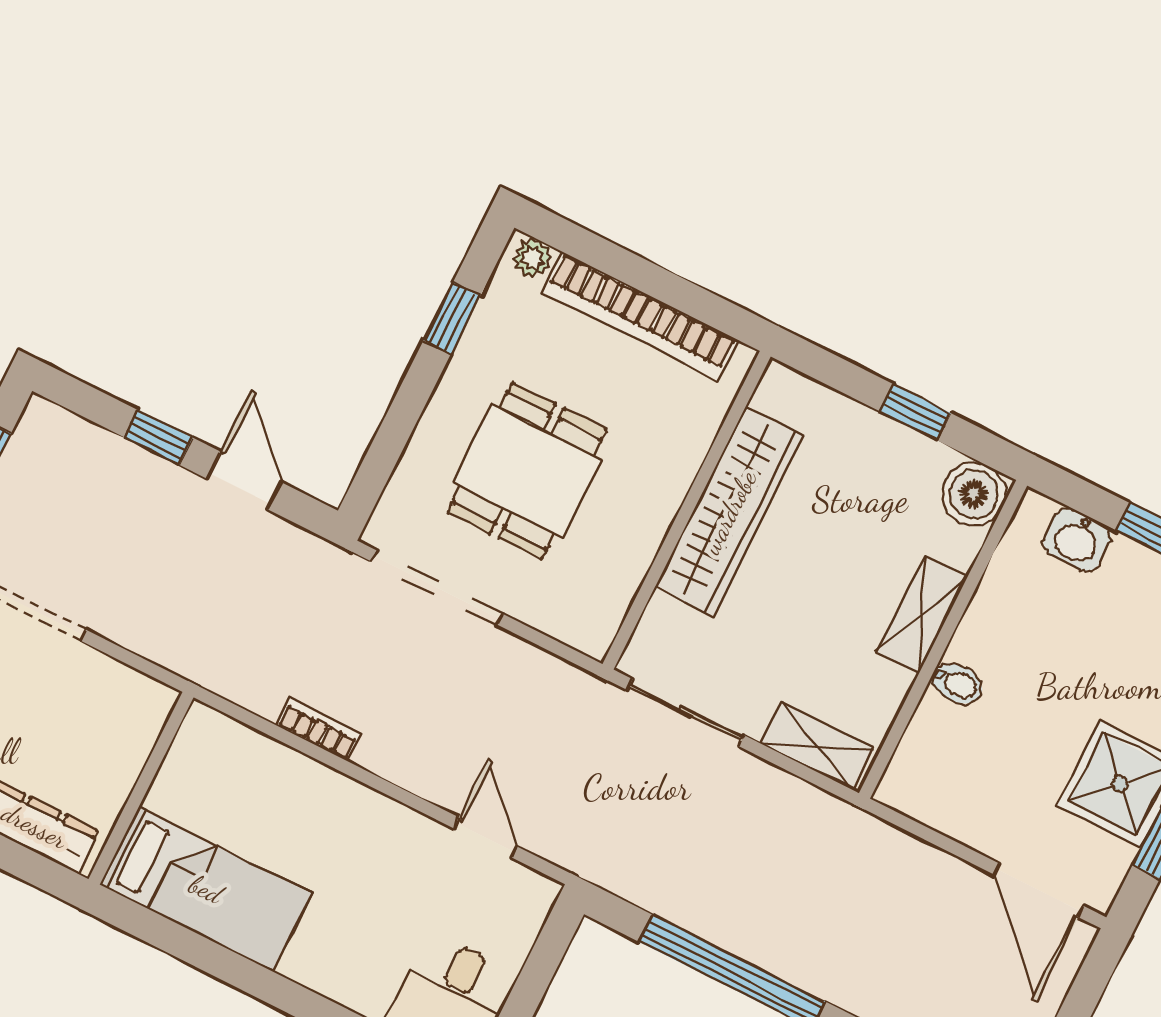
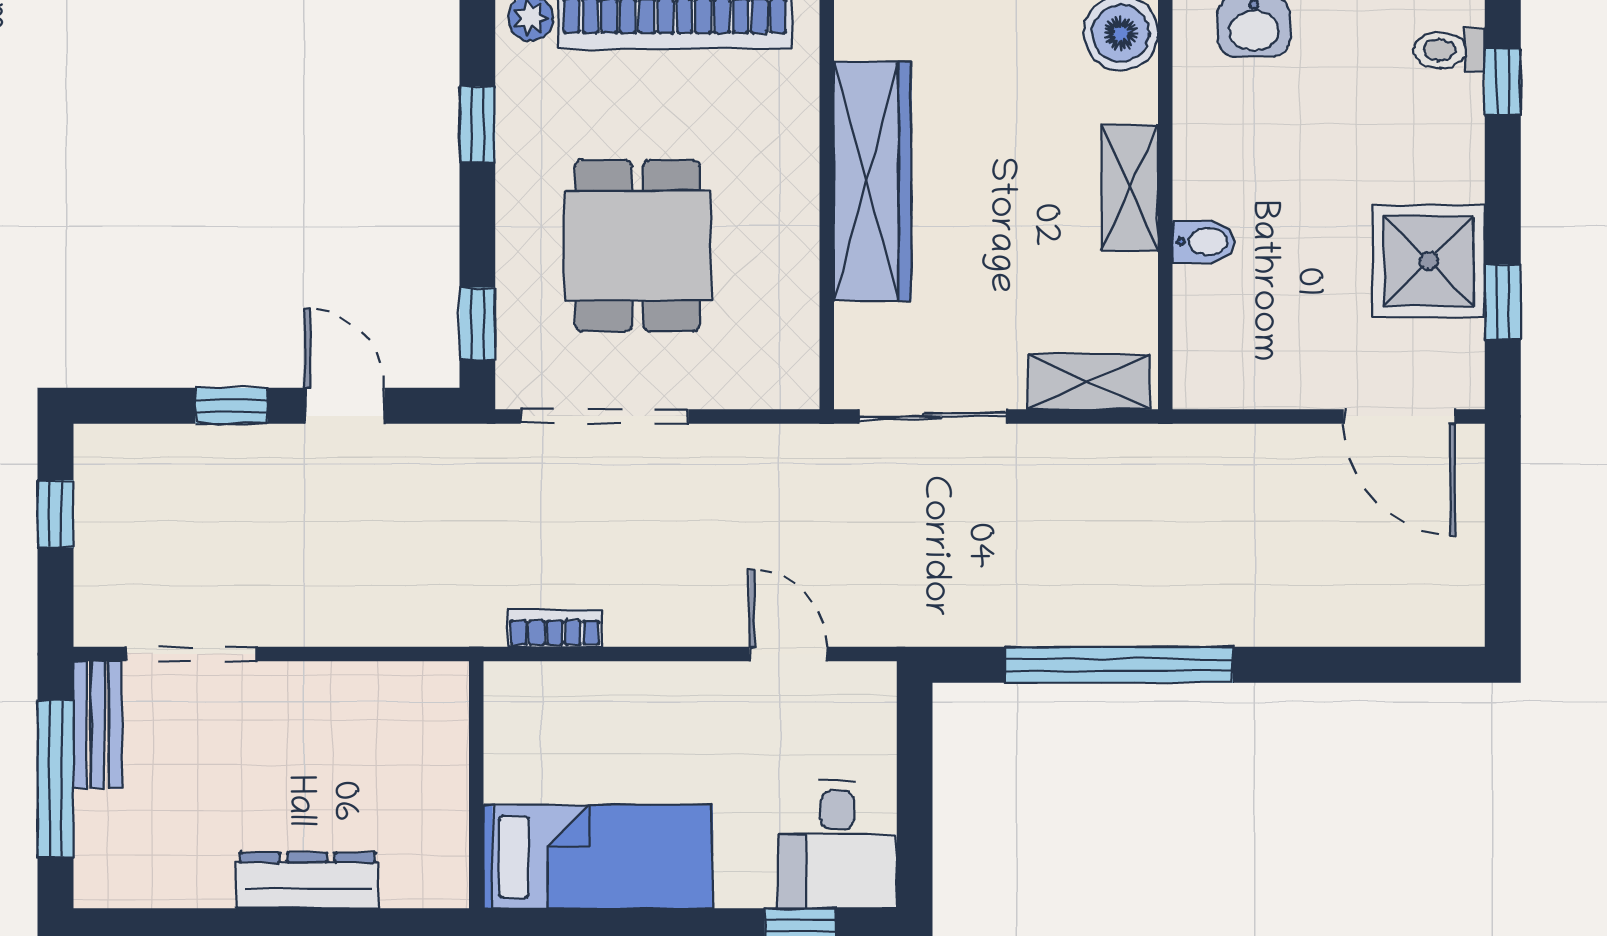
window: (376, 469) -> (477, 324), added
wall: (141, 788) -> (476, 785), moved
bed: (206, 889) -> (598, 857), moved

